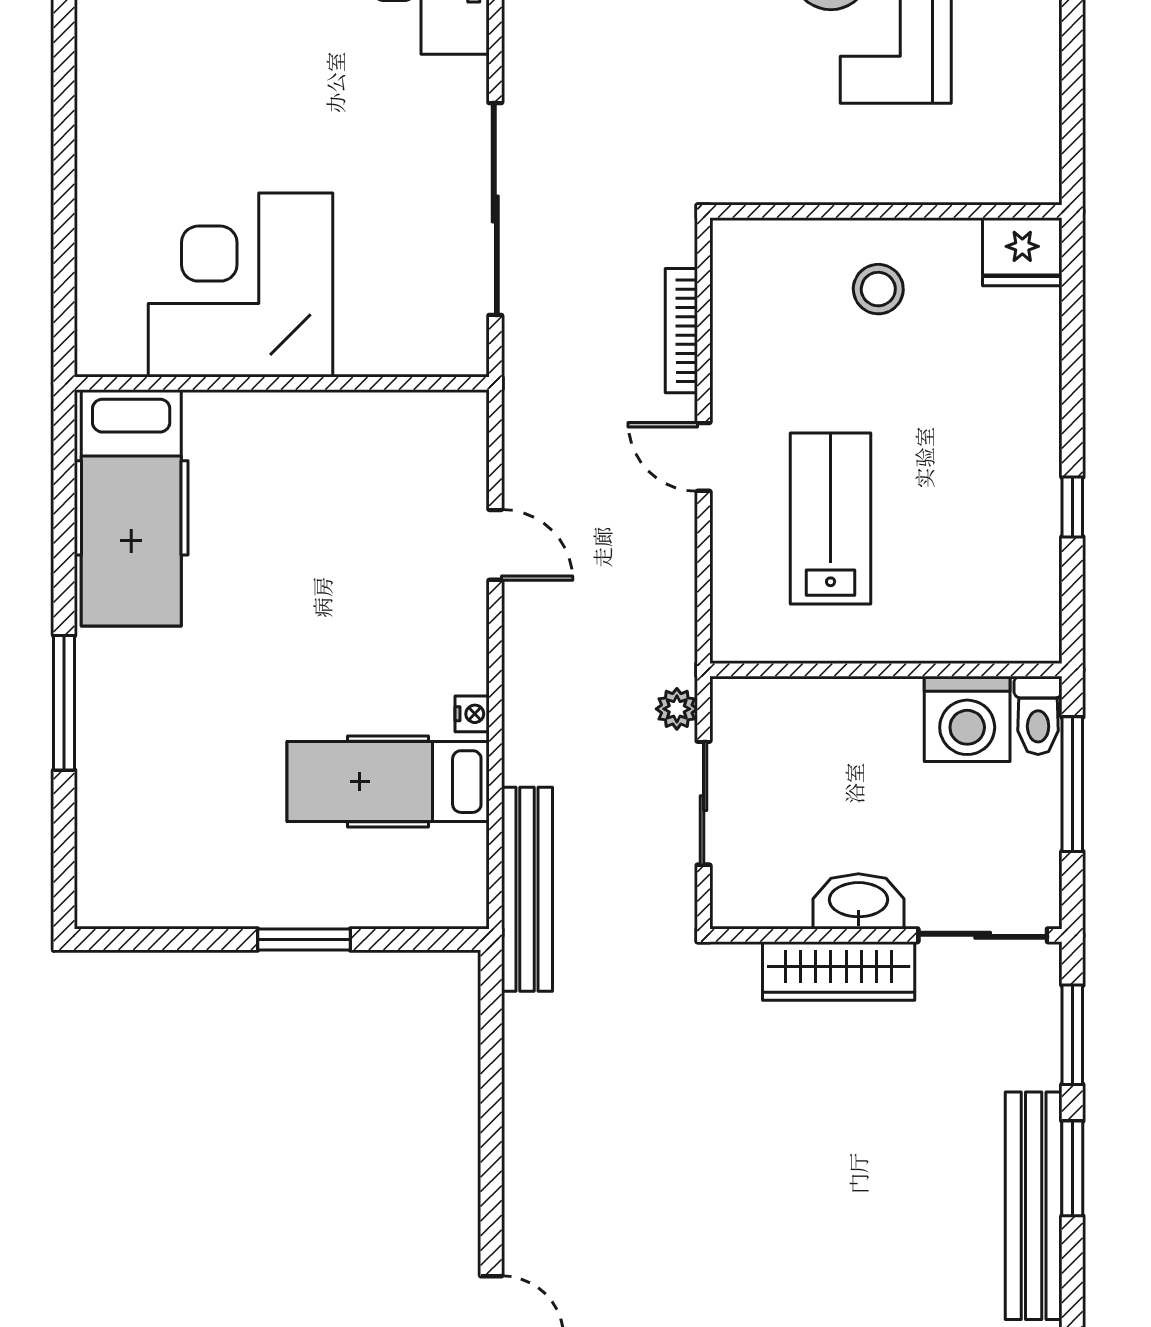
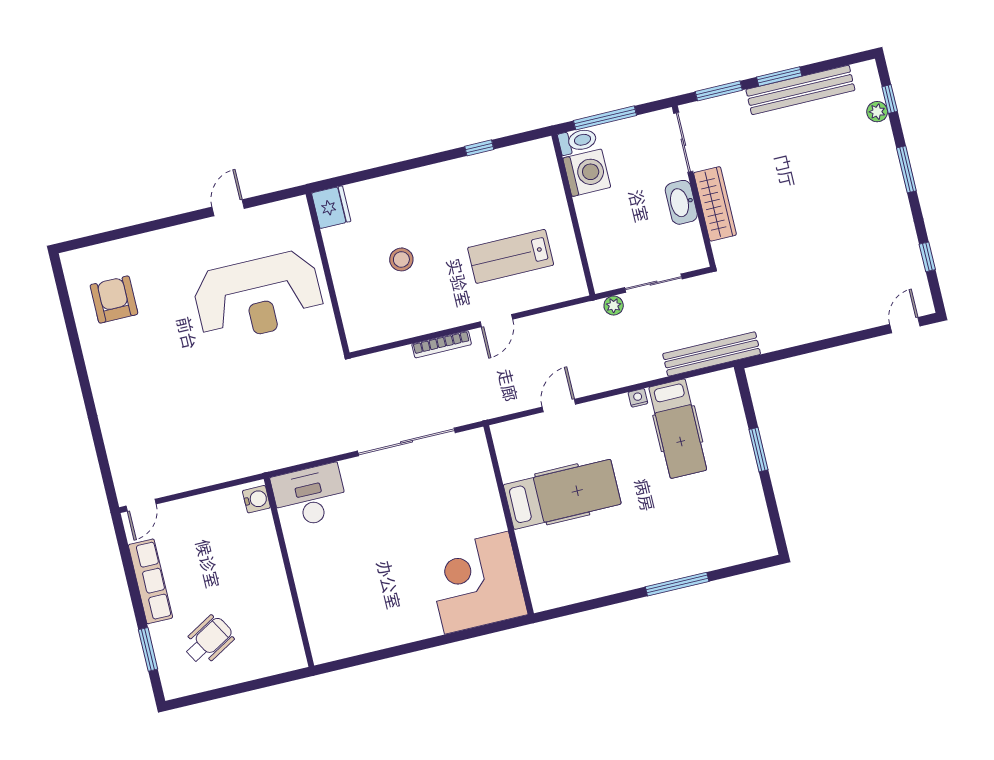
wall: (886, 211) -> (328, 273), moved
fridge: (1022, 252) -> (331, 207), moved
corner desk: (241, 285) -> (476, 583), moved, turned 90
hospital bed: (131, 508) -> (562, 494), moved

